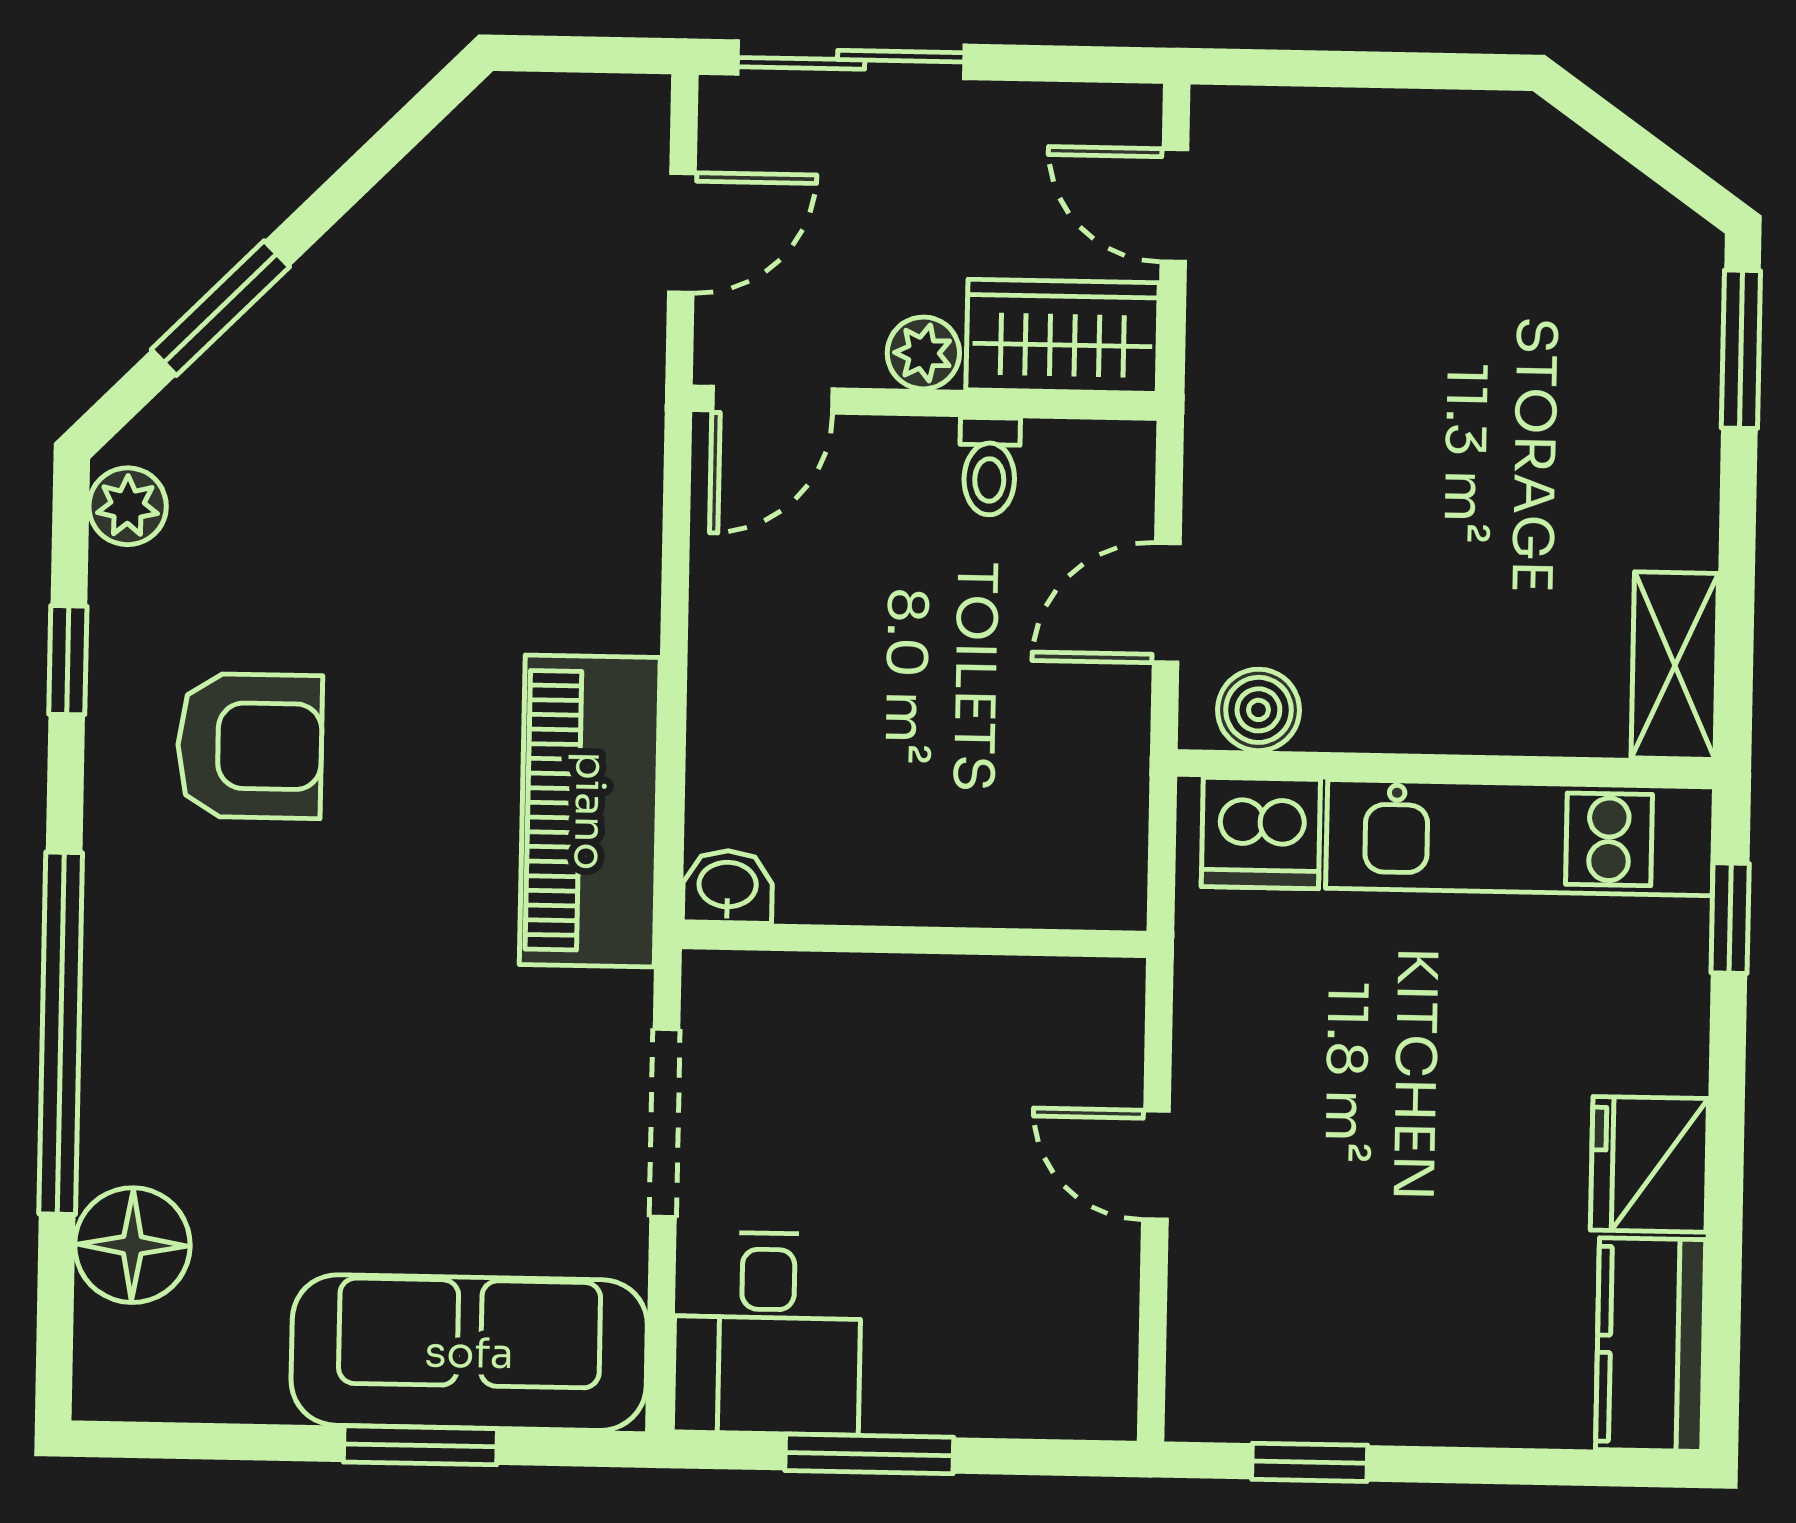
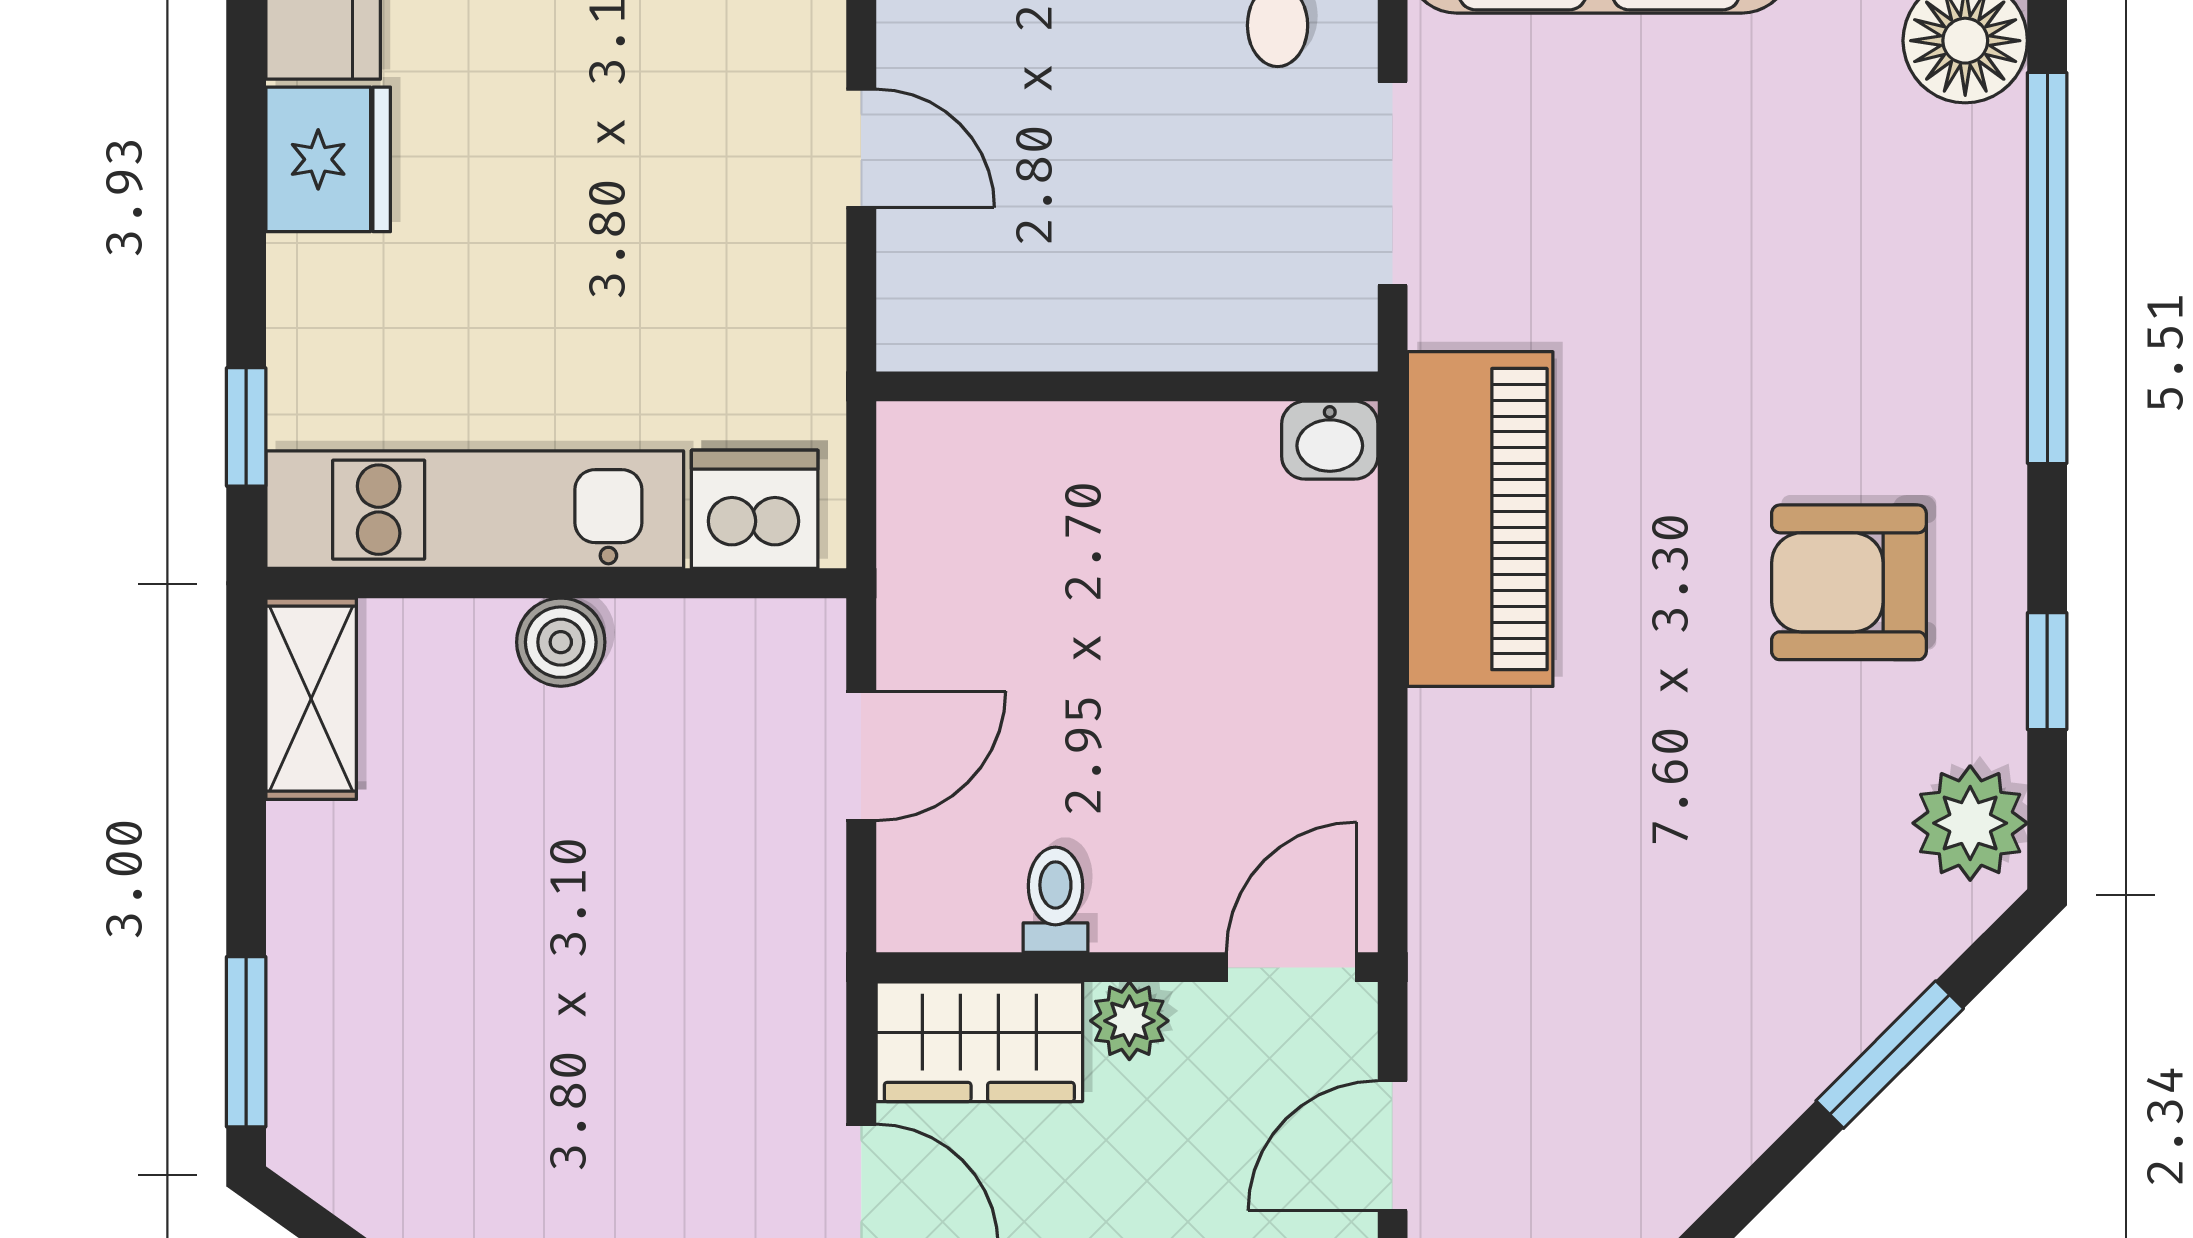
plant: (128, 506) -> (1970, 823), width x1.38, depth x1.38
boiler: (1258, 710) -> (561, 642), moved

